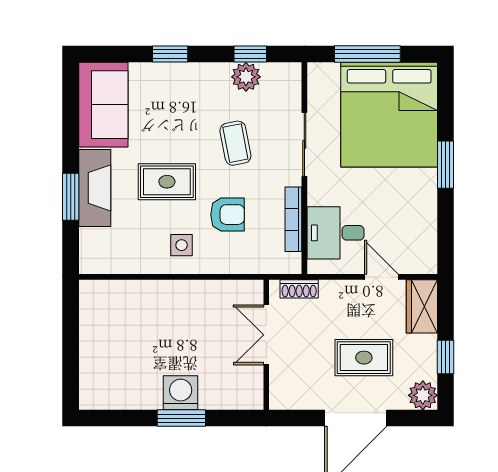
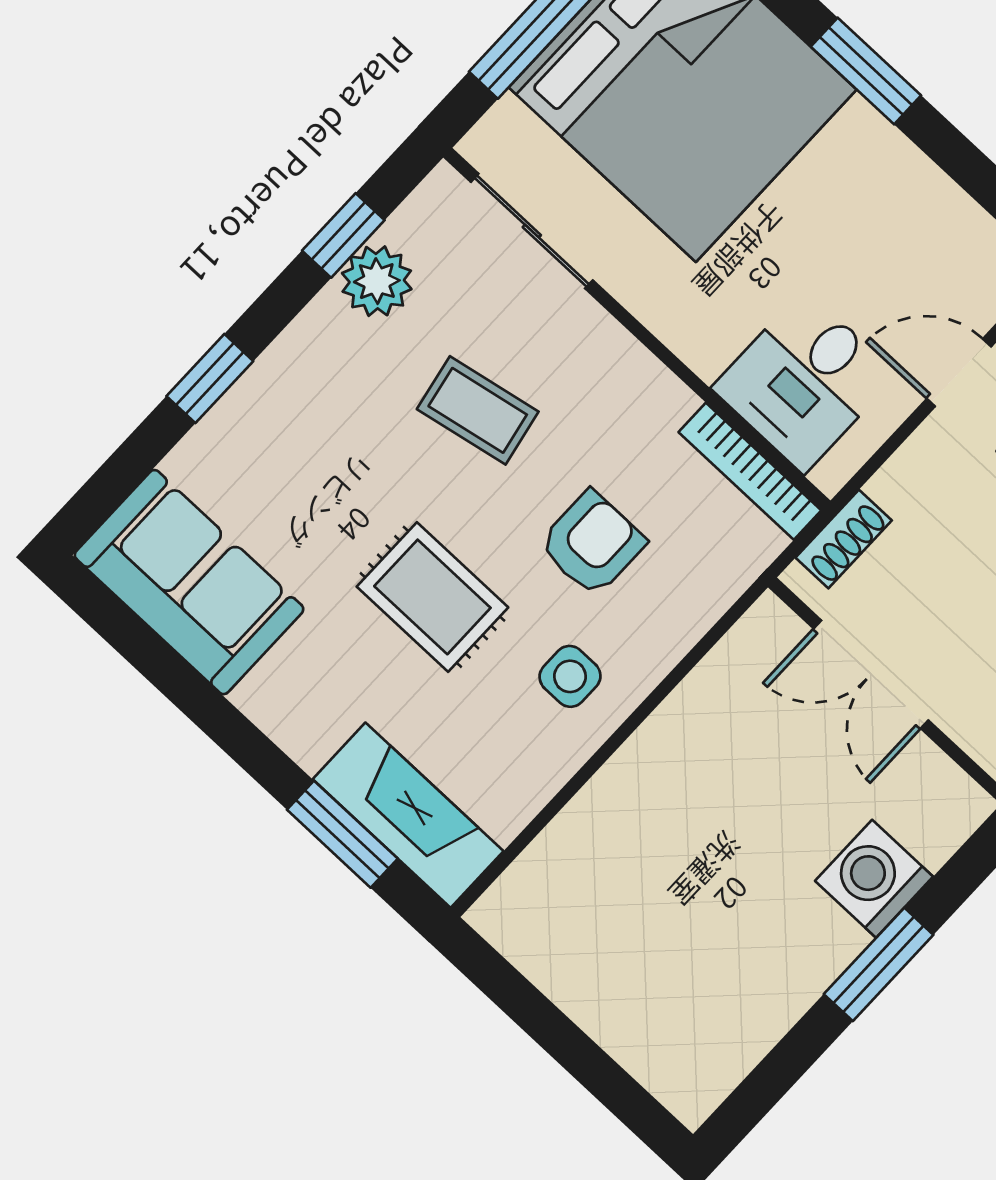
sliding door: (304, 144) -> (532, 231), moved
rug: (167, 182) -> (432, 597), turned 90
fireplace: (95, 188) -> (408, 815), moved
window: (71, 197) -> (342, 834), moved
bookcase: (293, 219) -> (750, 471), moved
washing machine: (181, 393) -> (874, 879), moved

